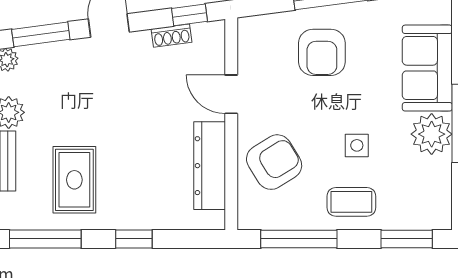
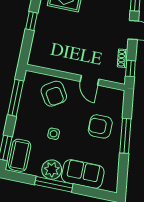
door: (231, 94) -> (89, 80), swing flipped
dresser: (210, 166) -> (58, 63), removed
coffee table: (351, 202) -> (20, 155), moved, width x1.36, depth x1.30

